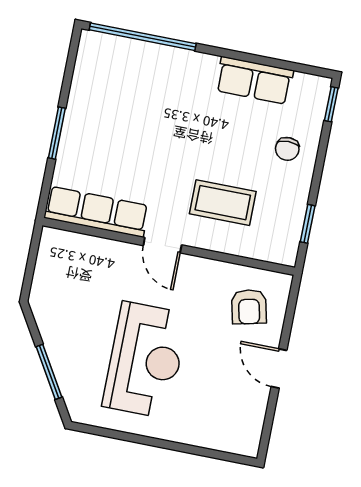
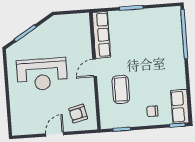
row of seats: (254, 80) -> (180, 107), moved

